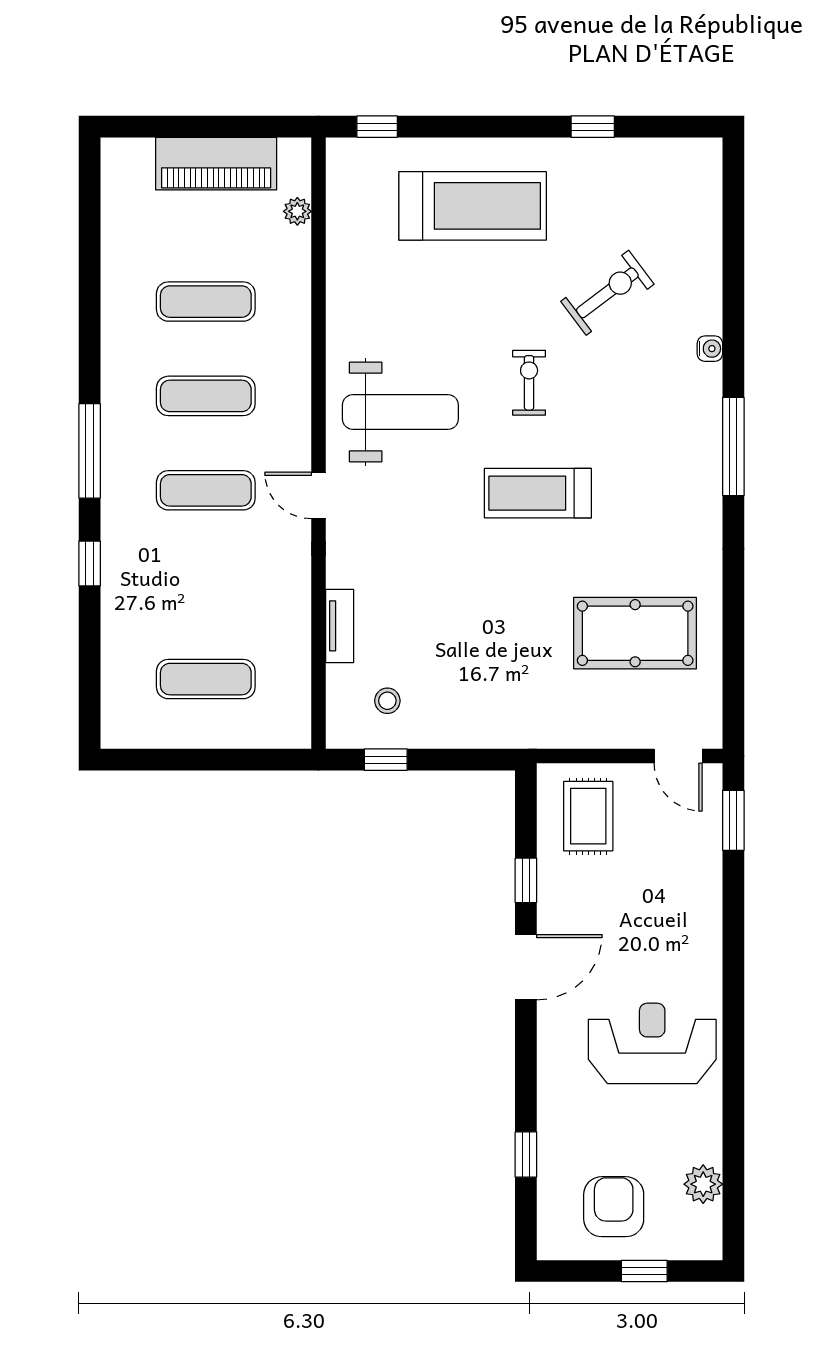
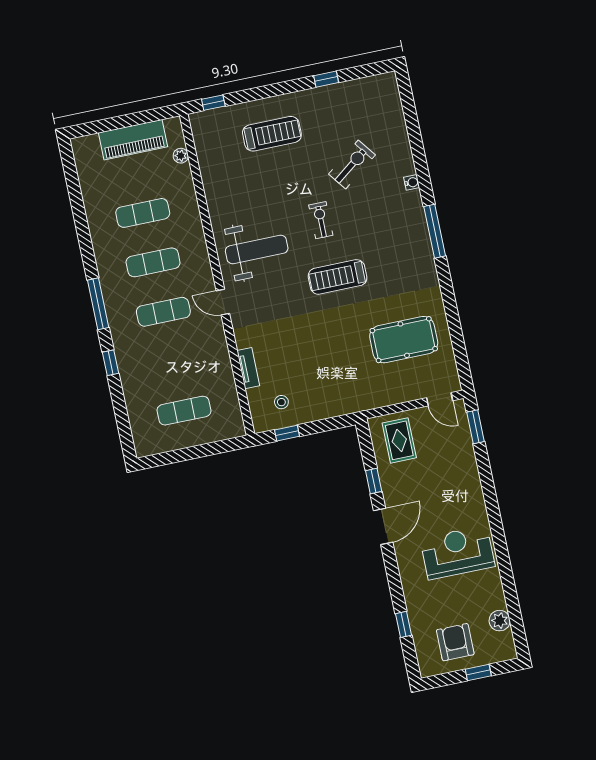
treadmill: (473, 206) -> (272, 134), width x0.73, depth x0.73

